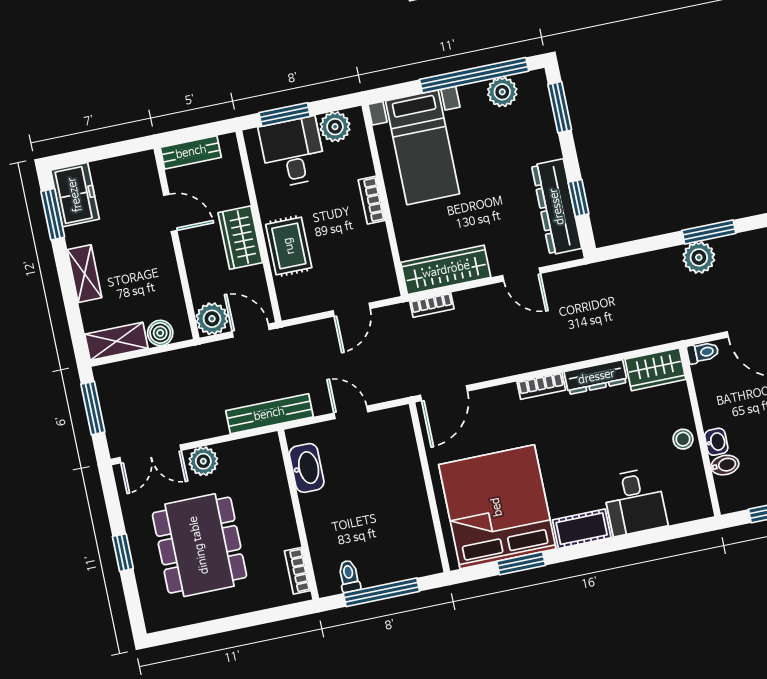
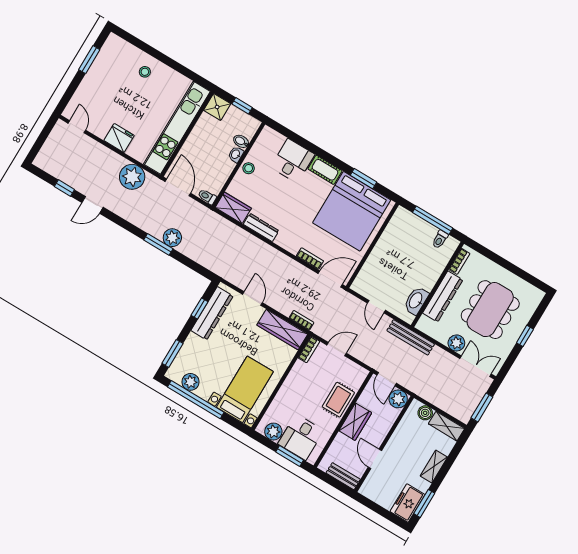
bookcase: (372, 200) -> (309, 350), moved
bookcase: (541, 386) -> (310, 259), moved
dresser: (277, 505) -> (443, 296), added

